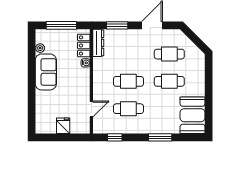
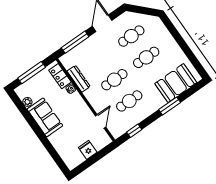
window: (117, 25) -> (75, 42), width x1.44
dresser: (98, 43) -> (79, 79), moved
booth: (193, 115) -> (176, 83), moved, turned 90

